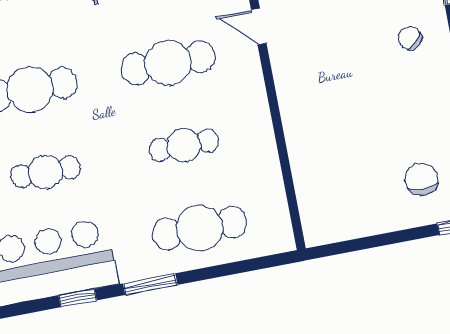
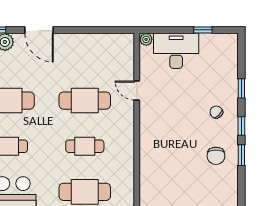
chair: (421, 179) -> (216, 156), moved, turned 180

